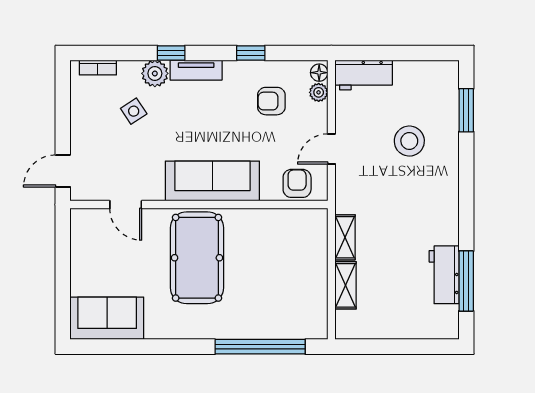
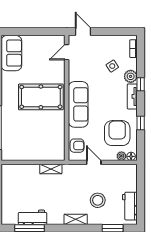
workbench: (364, 75) -> (130, 206), moved
armchair: (271, 101) -> (117, 133), width x1.88, depth x1.88
door: (126, 205) -> (67, 52), moved
shelving: (346, 285) -> (76, 219), moved

